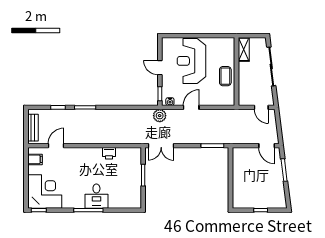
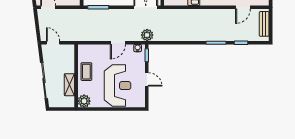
plant: (228, 44) -> (84, 101), added
shelving: (244, 49) -> (69, 85), moved

